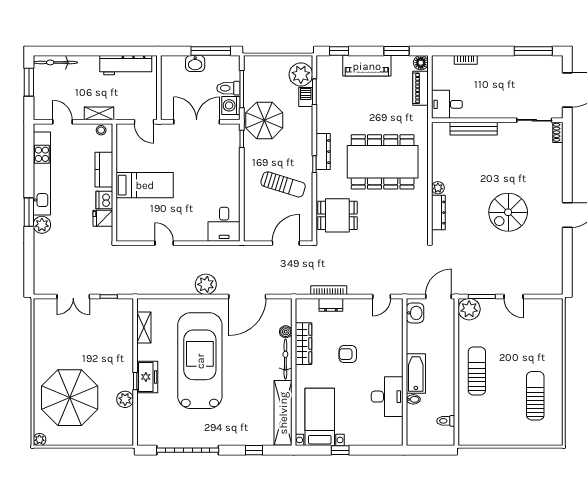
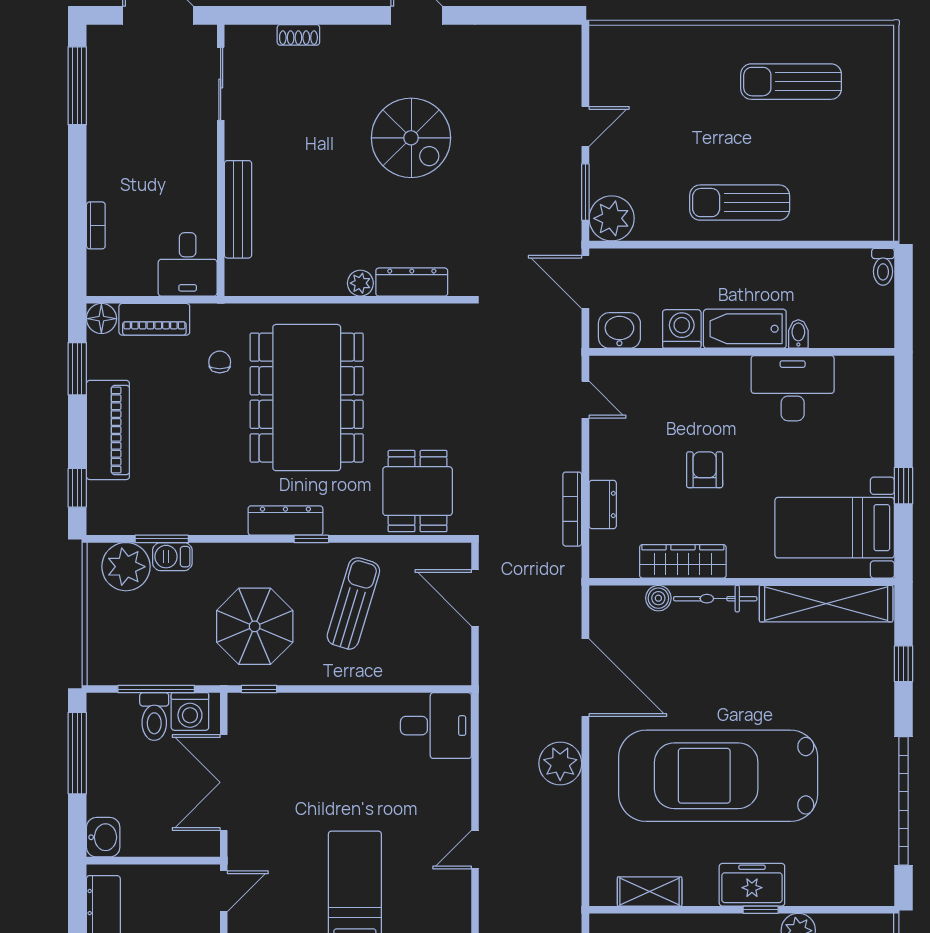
washbasin: (195, 63) -> (103, 837), moved
parasol: (264, 120) -> (255, 626), moved
chair: (400, 120) -> (220, 362), added
shoe rack: (558, 132) -> (298, 35), moved
washing machine: (416, 343) -> (682, 329), added
armchair: (348, 354) -> (705, 470), turned 180
toilet: (446, 421) -> (883, 267), moved

